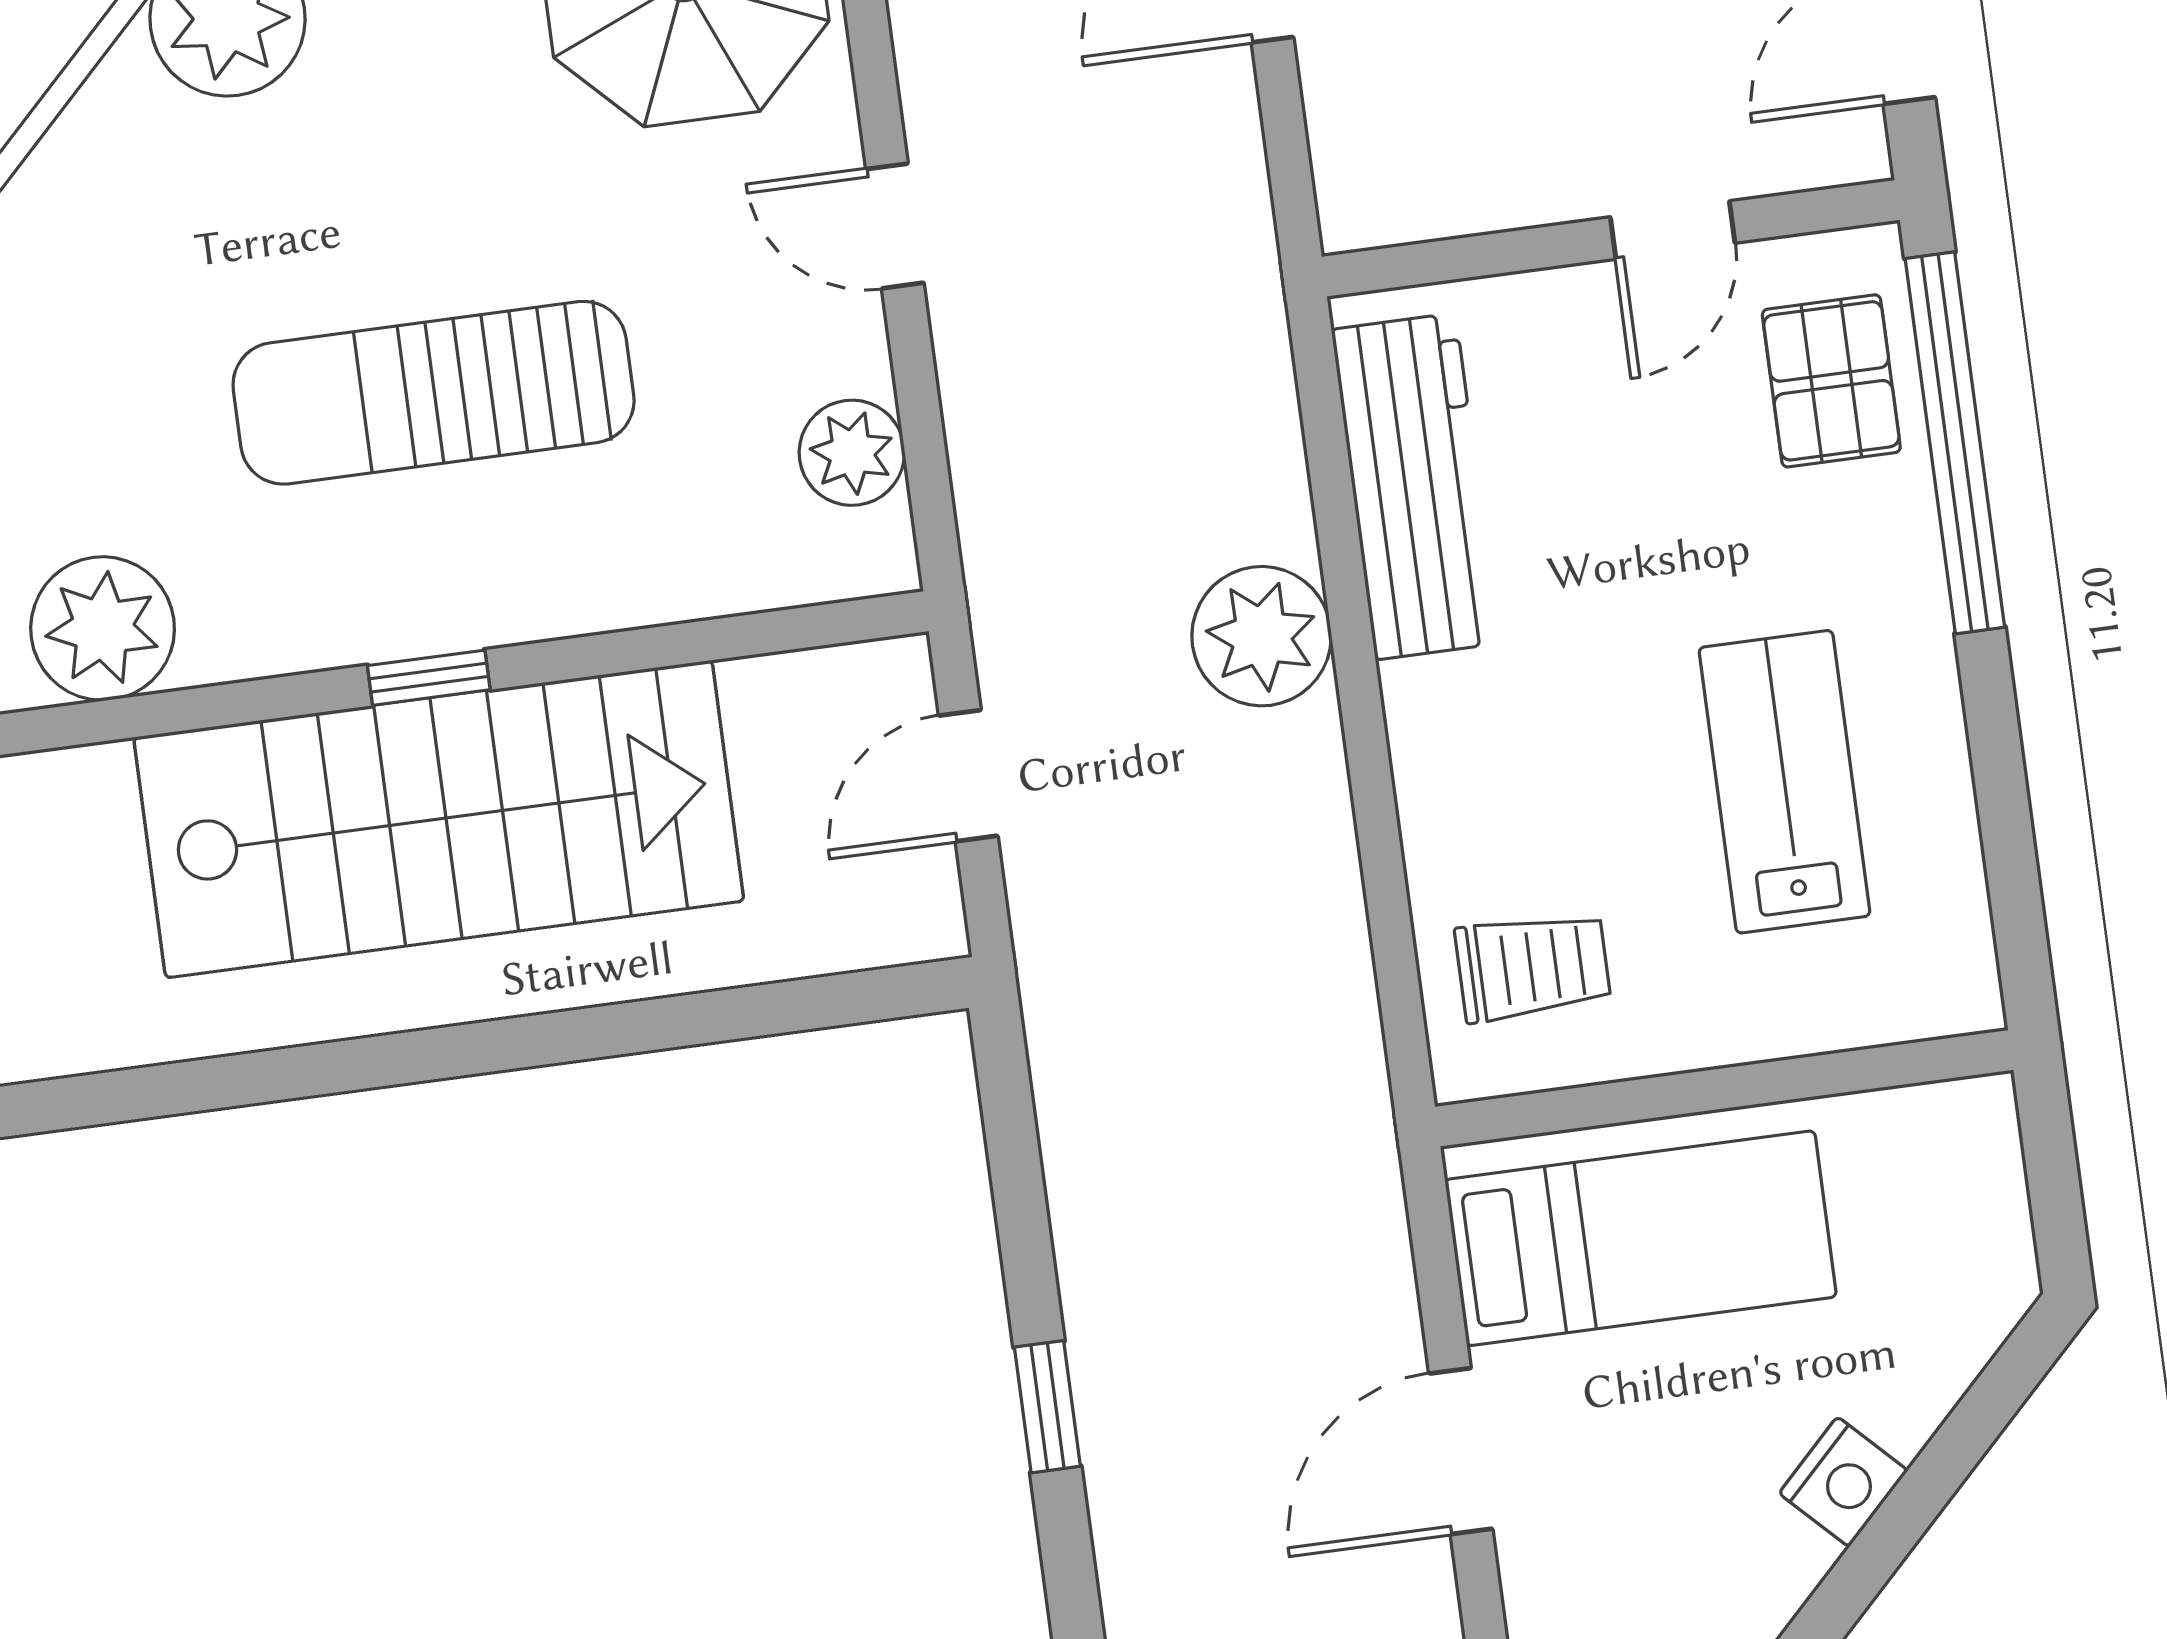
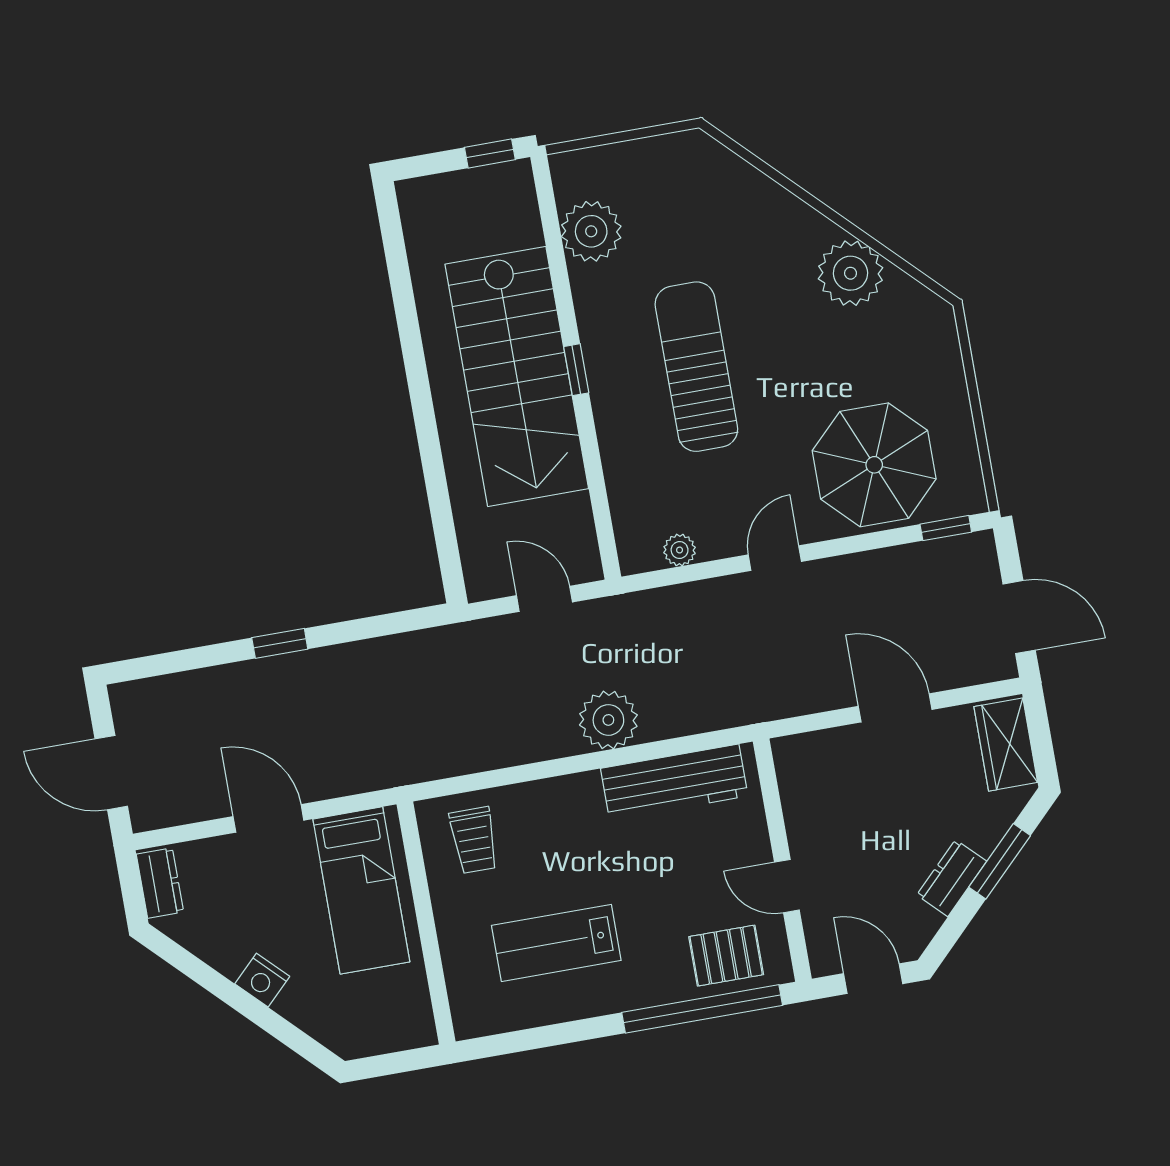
plant: (852, 453) -> (680, 550), width x0.73, depth x0.73
lab bench: (1784, 782) -> (556, 943), turned 180

